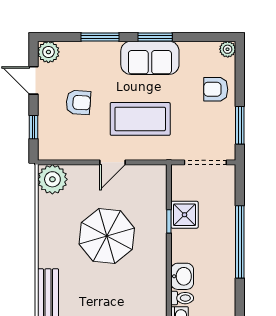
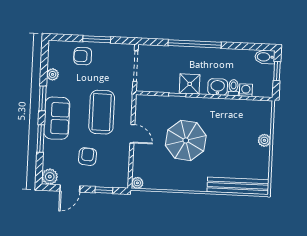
plant: (228, 49) -> (53, 74), moved
sofa: (150, 58) -> (57, 118), moved
armchair: (216, 89) -> (83, 56), turned 90
window: (240, 125) -> (97, 39), moved
plant: (52, 179) -> (137, 183), width x0.53, depth x0.53
shower: (185, 215) -> (190, 84), moved

